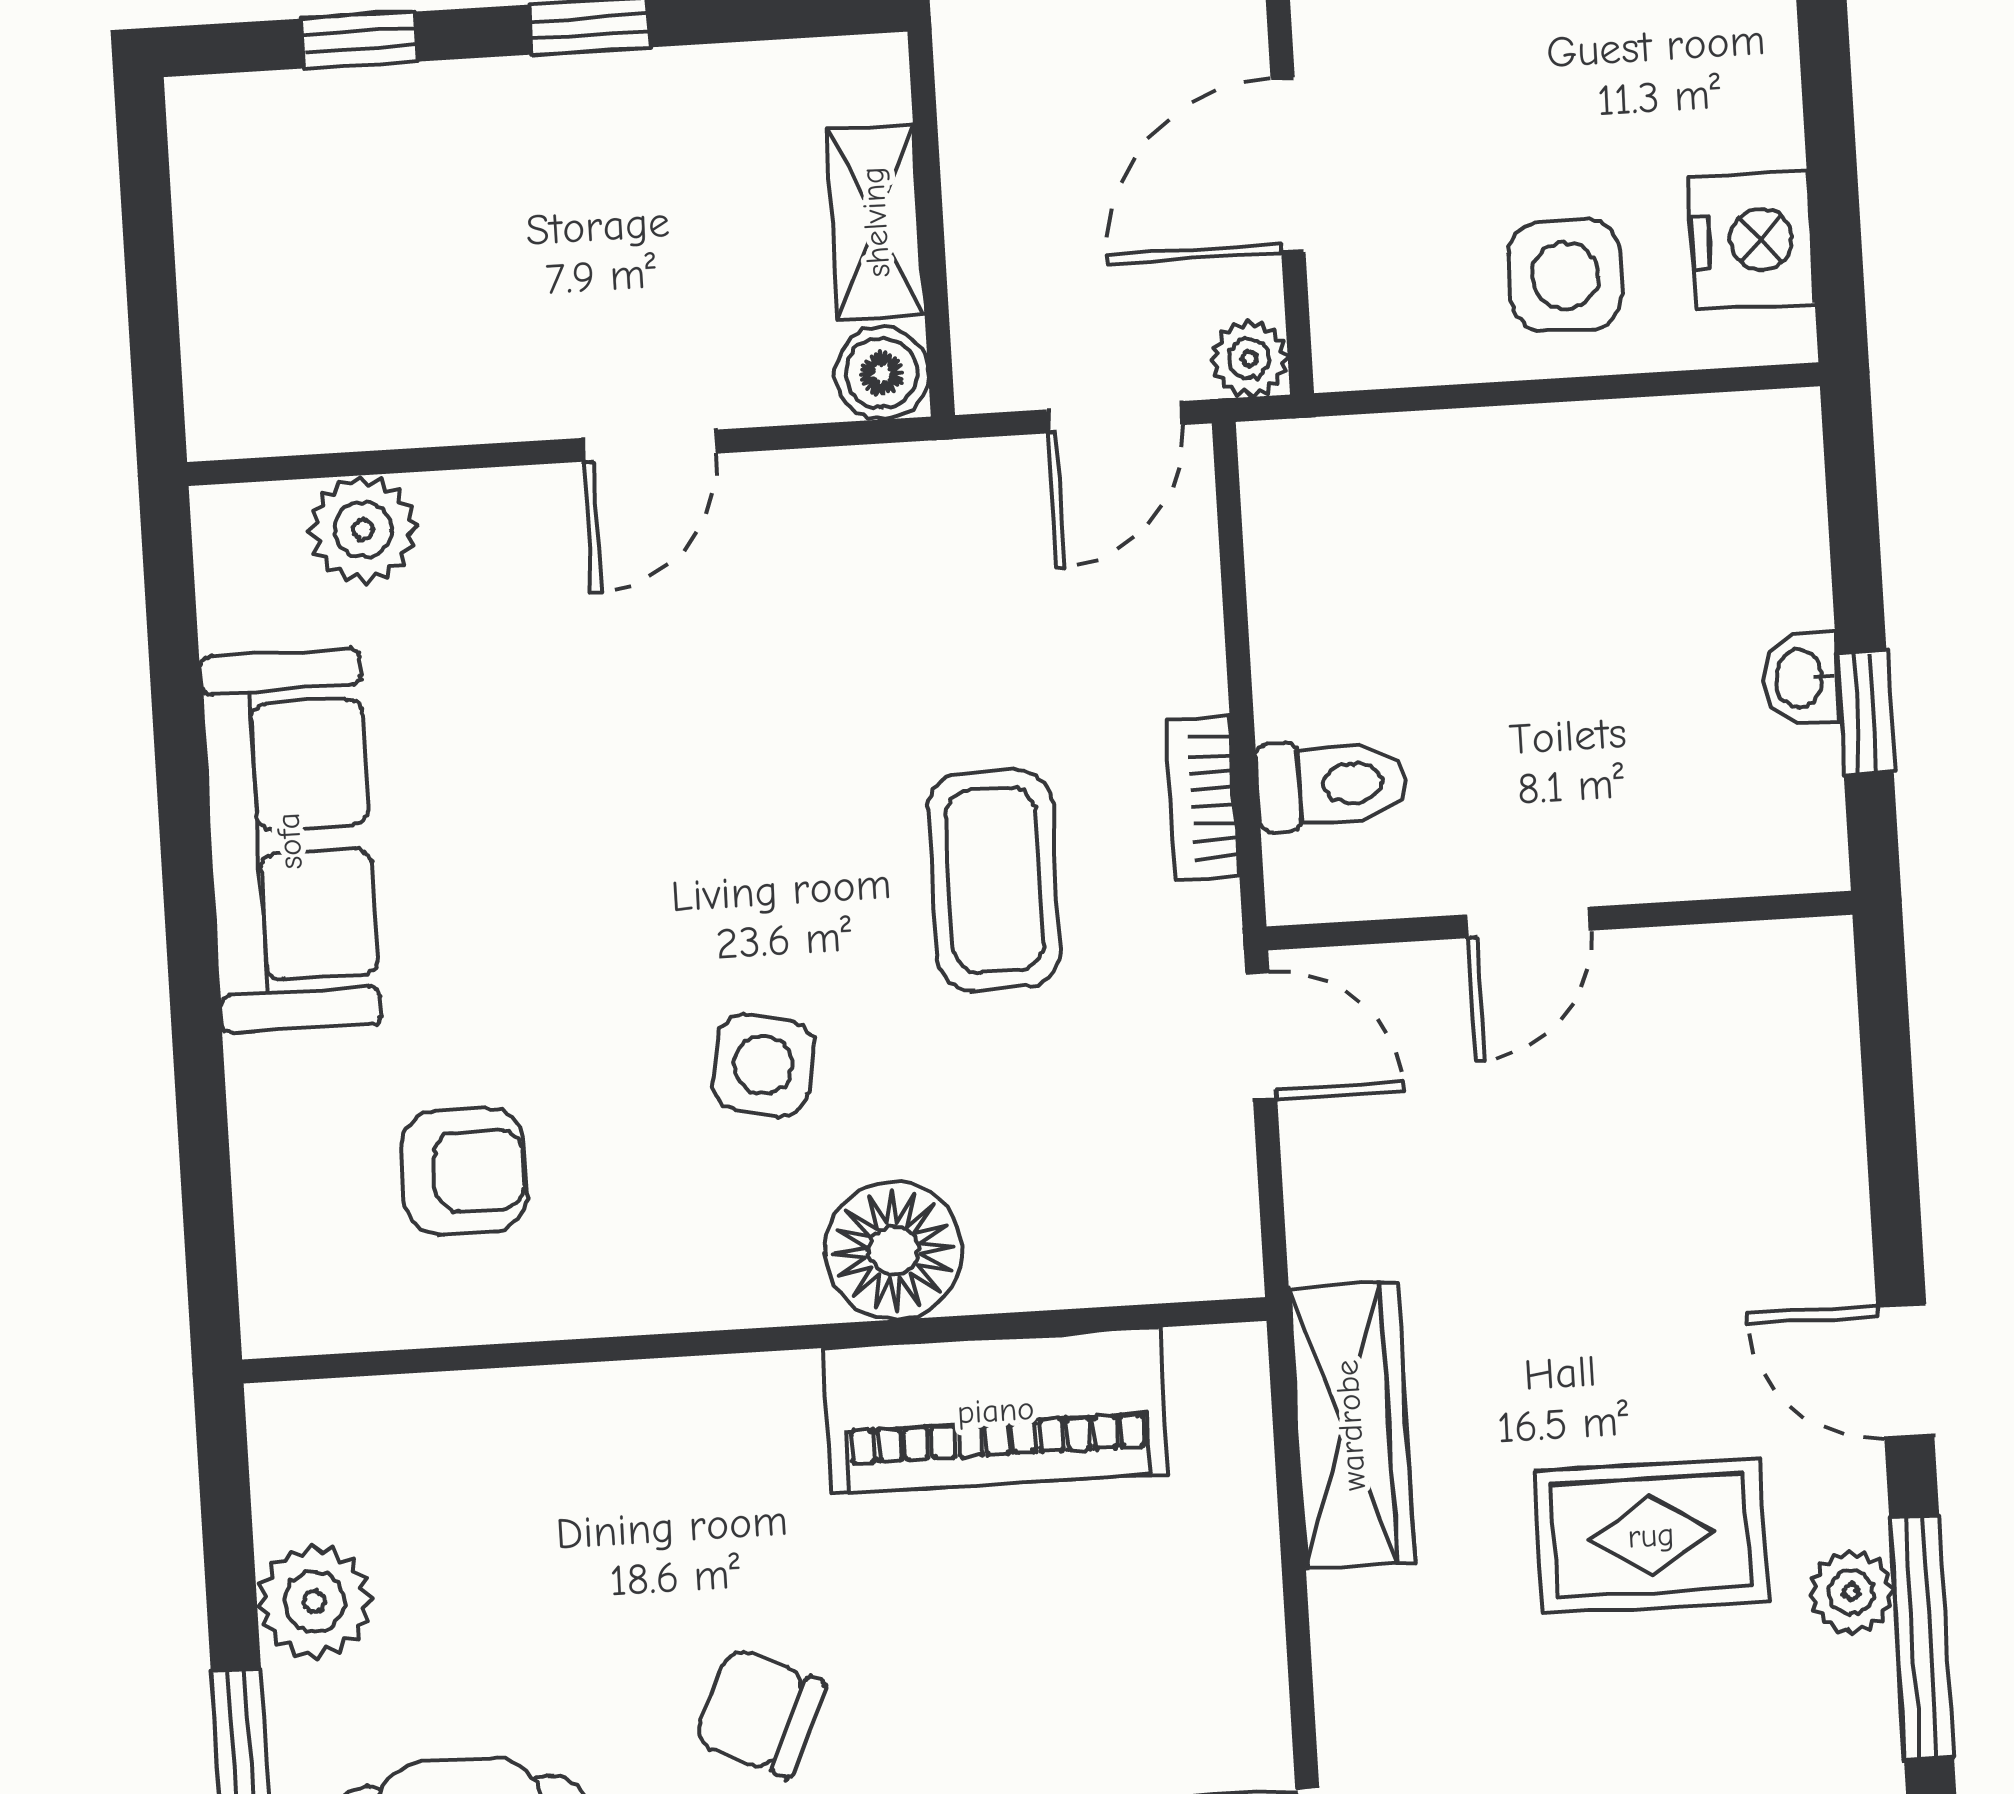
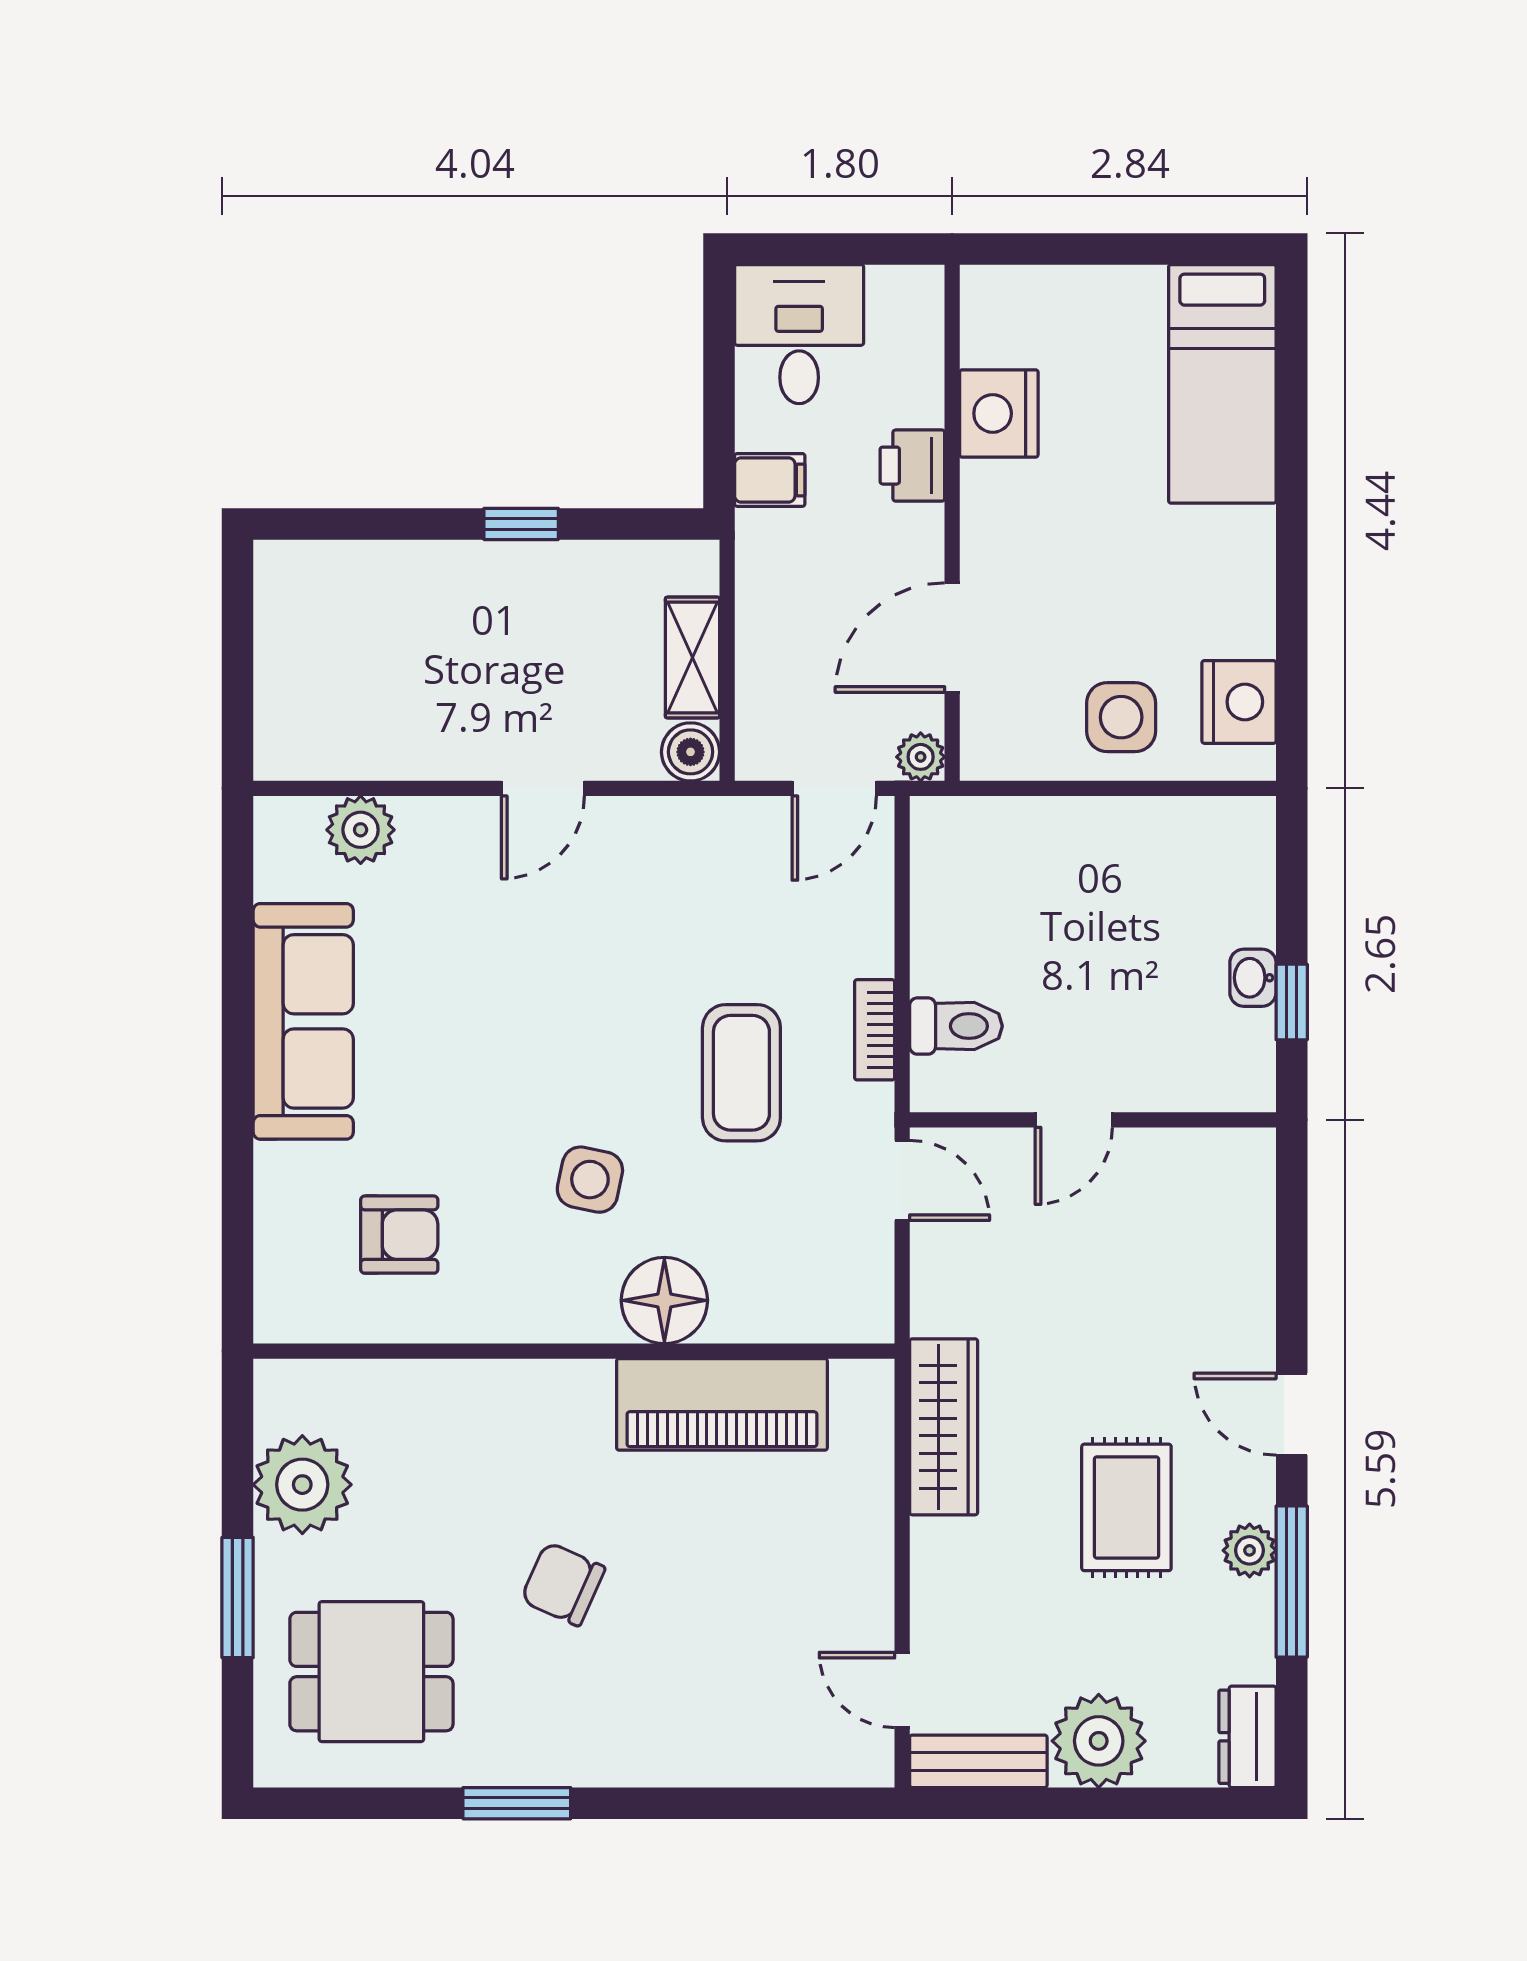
window: (360, 40) -> (377, 524), removed
rug: (1651, 1536) -> (1126, 1507), turned 90
plant: (314, 1602) -> (302, 1485), width x1.36, depth x1.36

